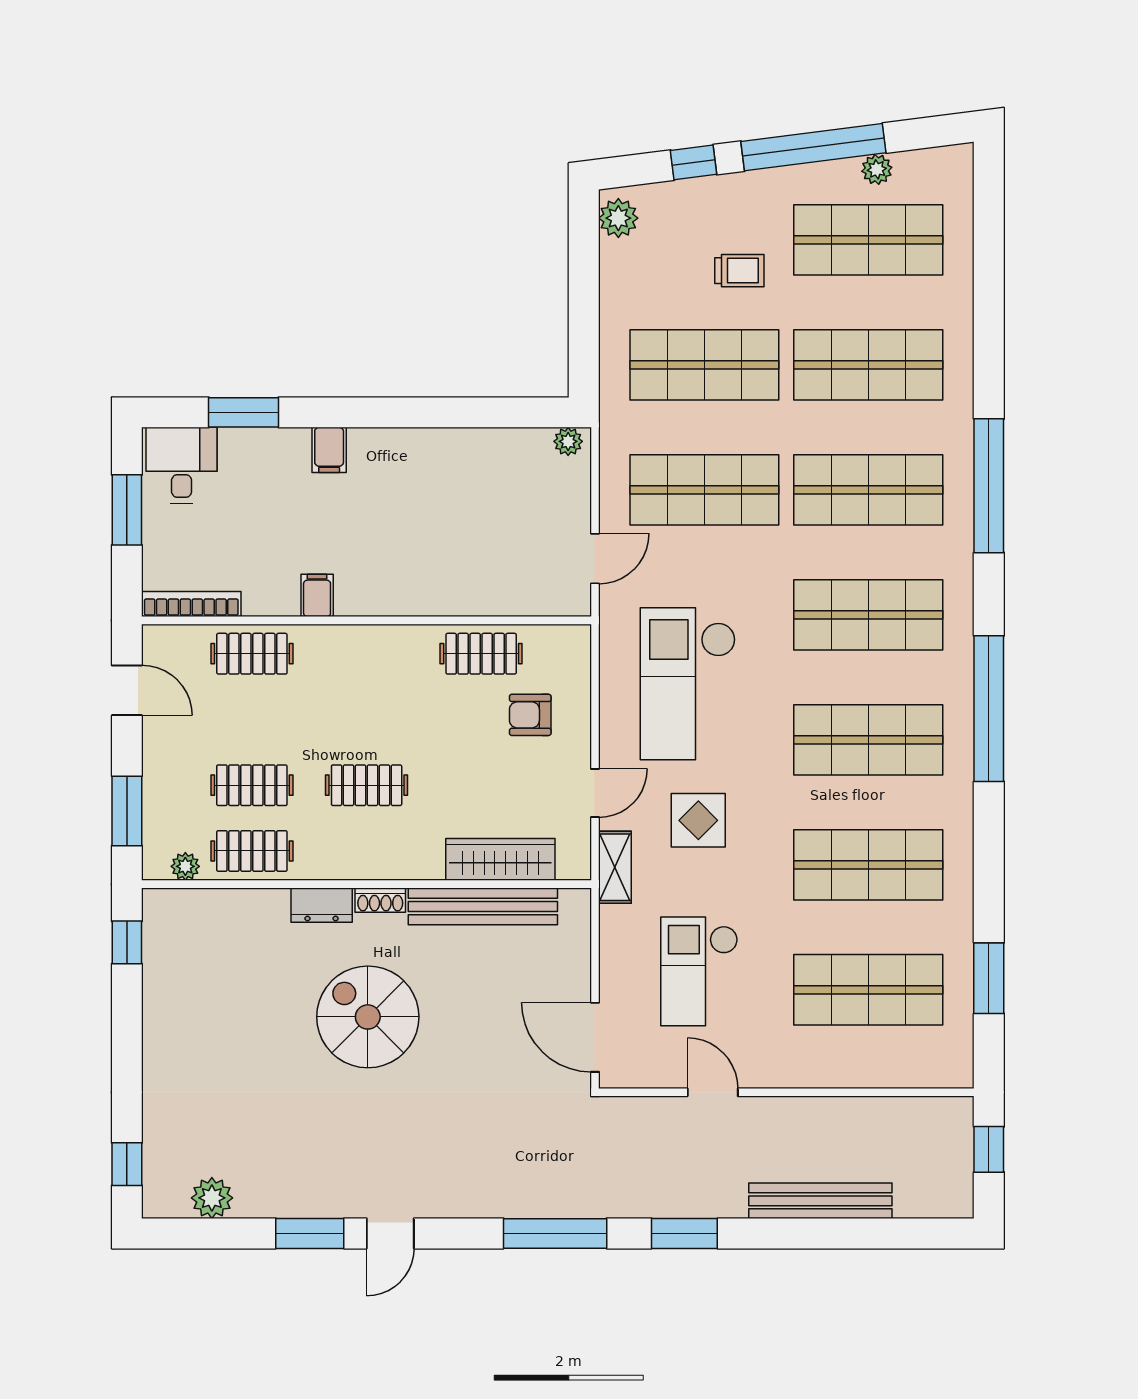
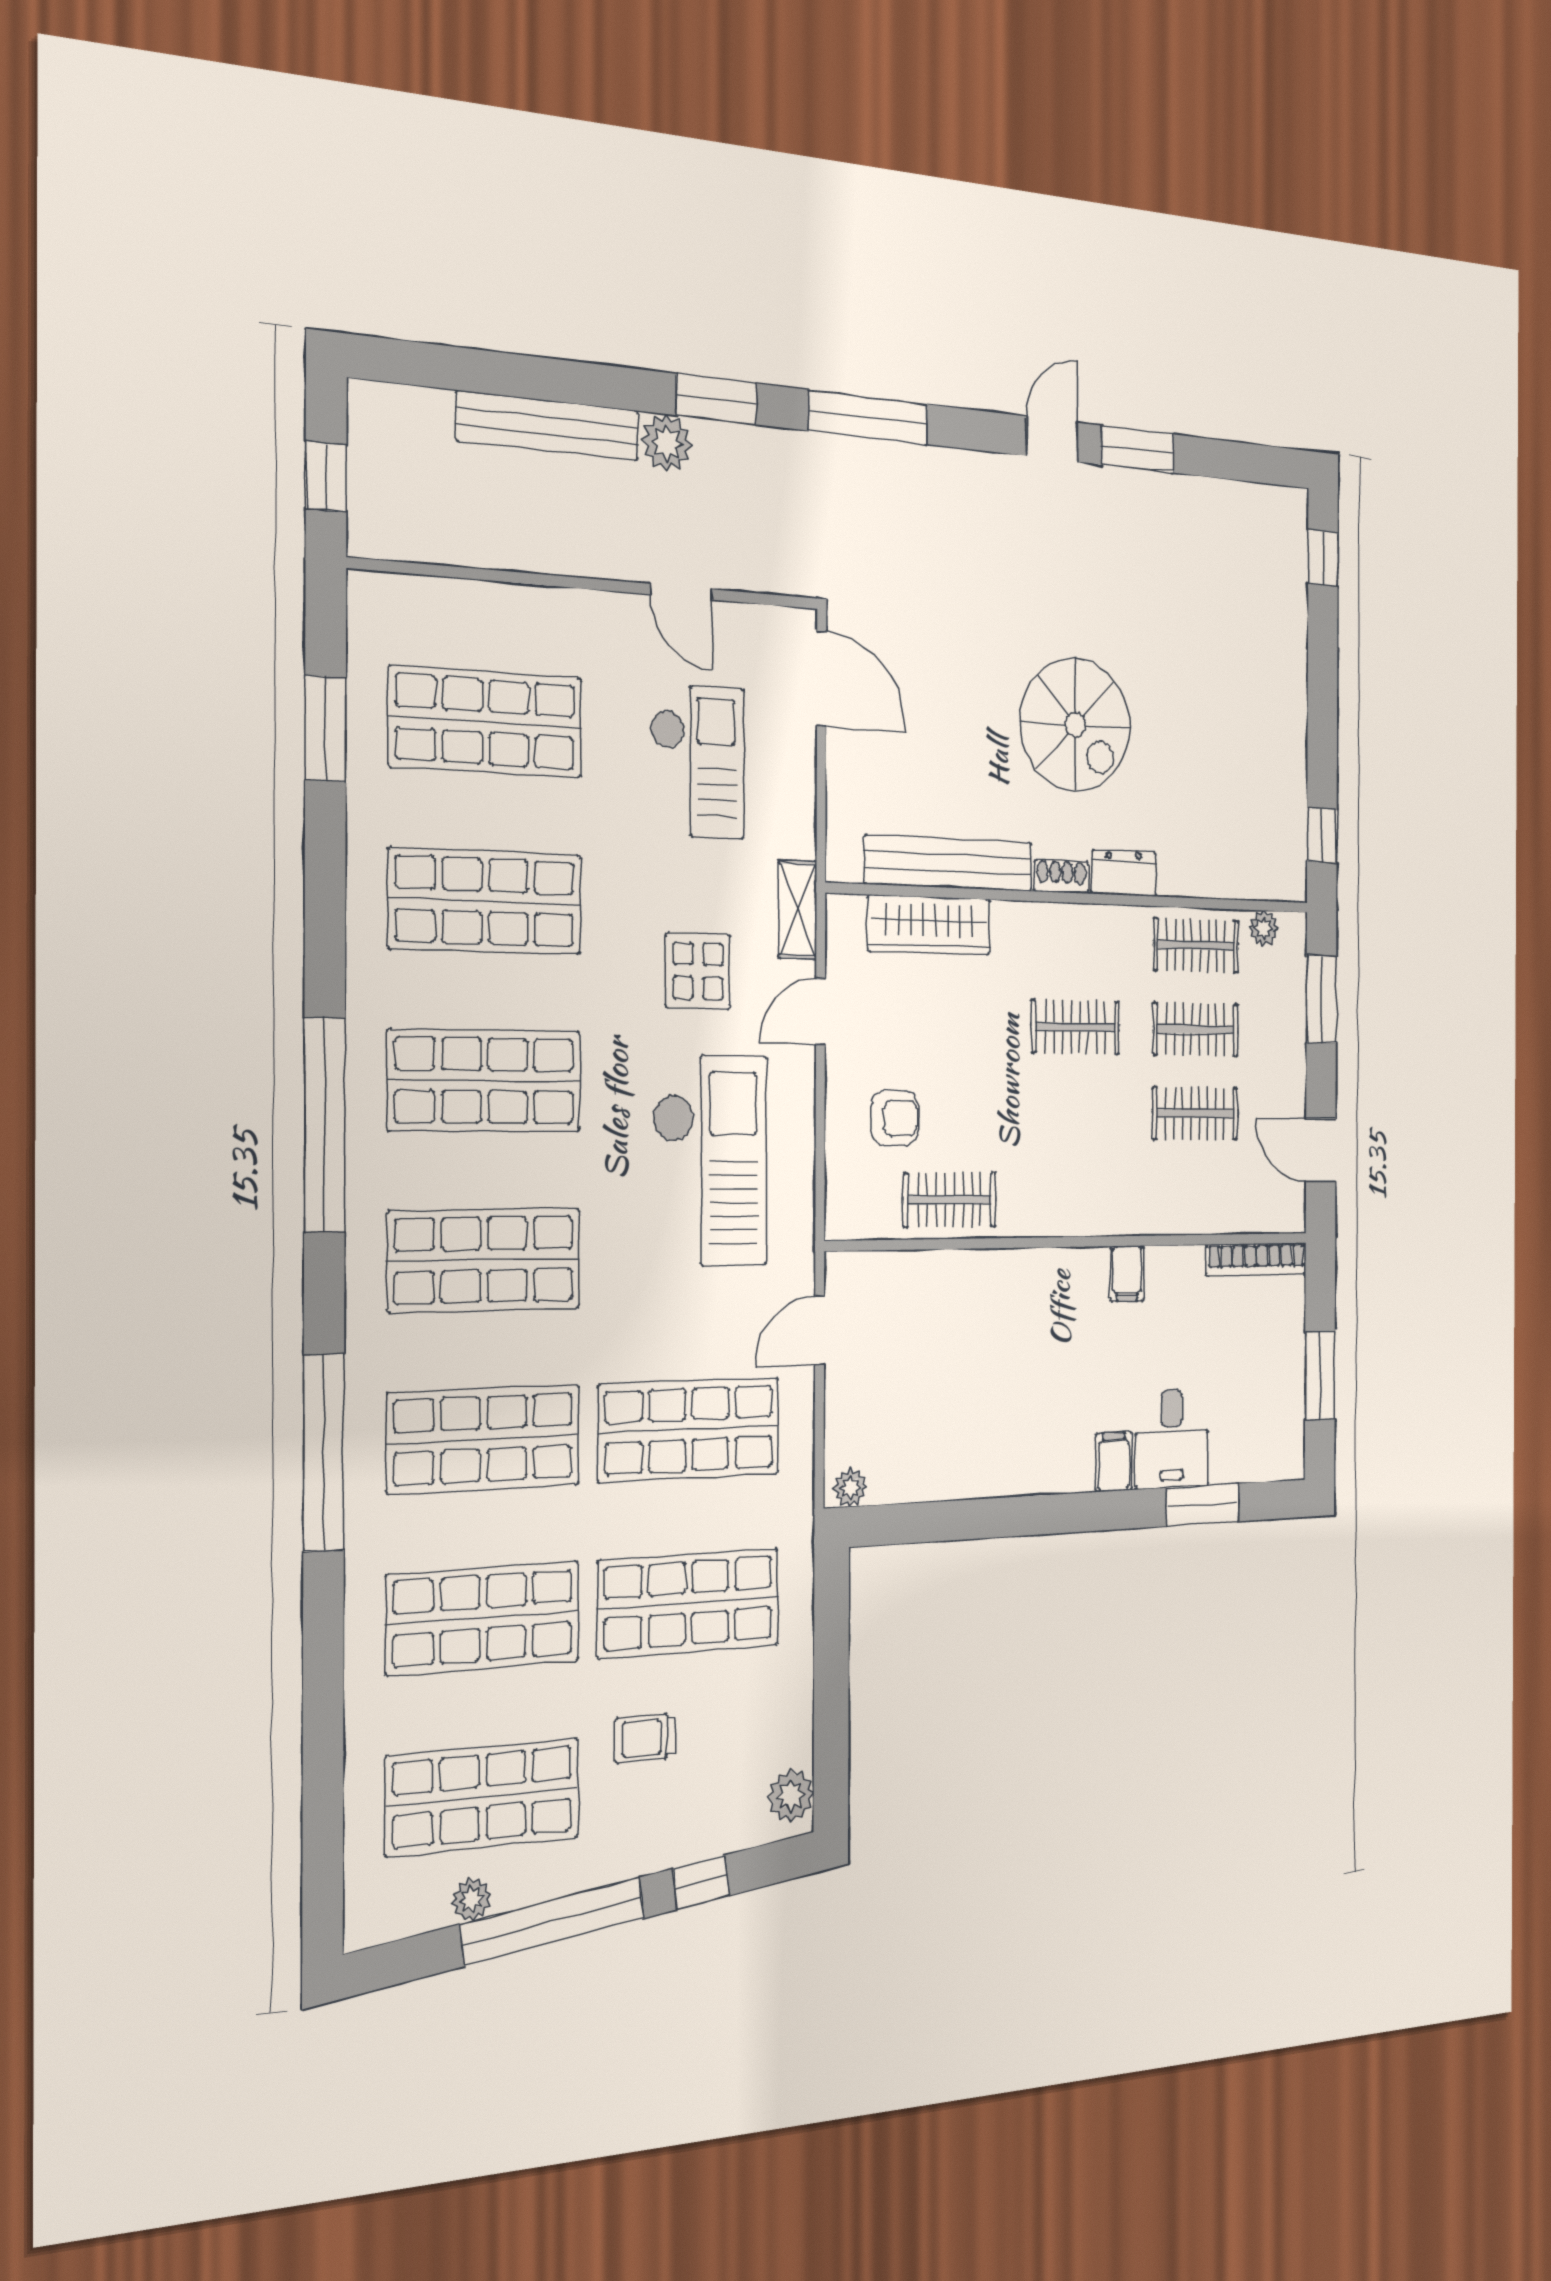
desk: (182, 465) -> (1172, 1439), moved
clothes rail: (252, 654) -> (1195, 1113), moved
plant: (212, 1198) -> (667, 443), moved

